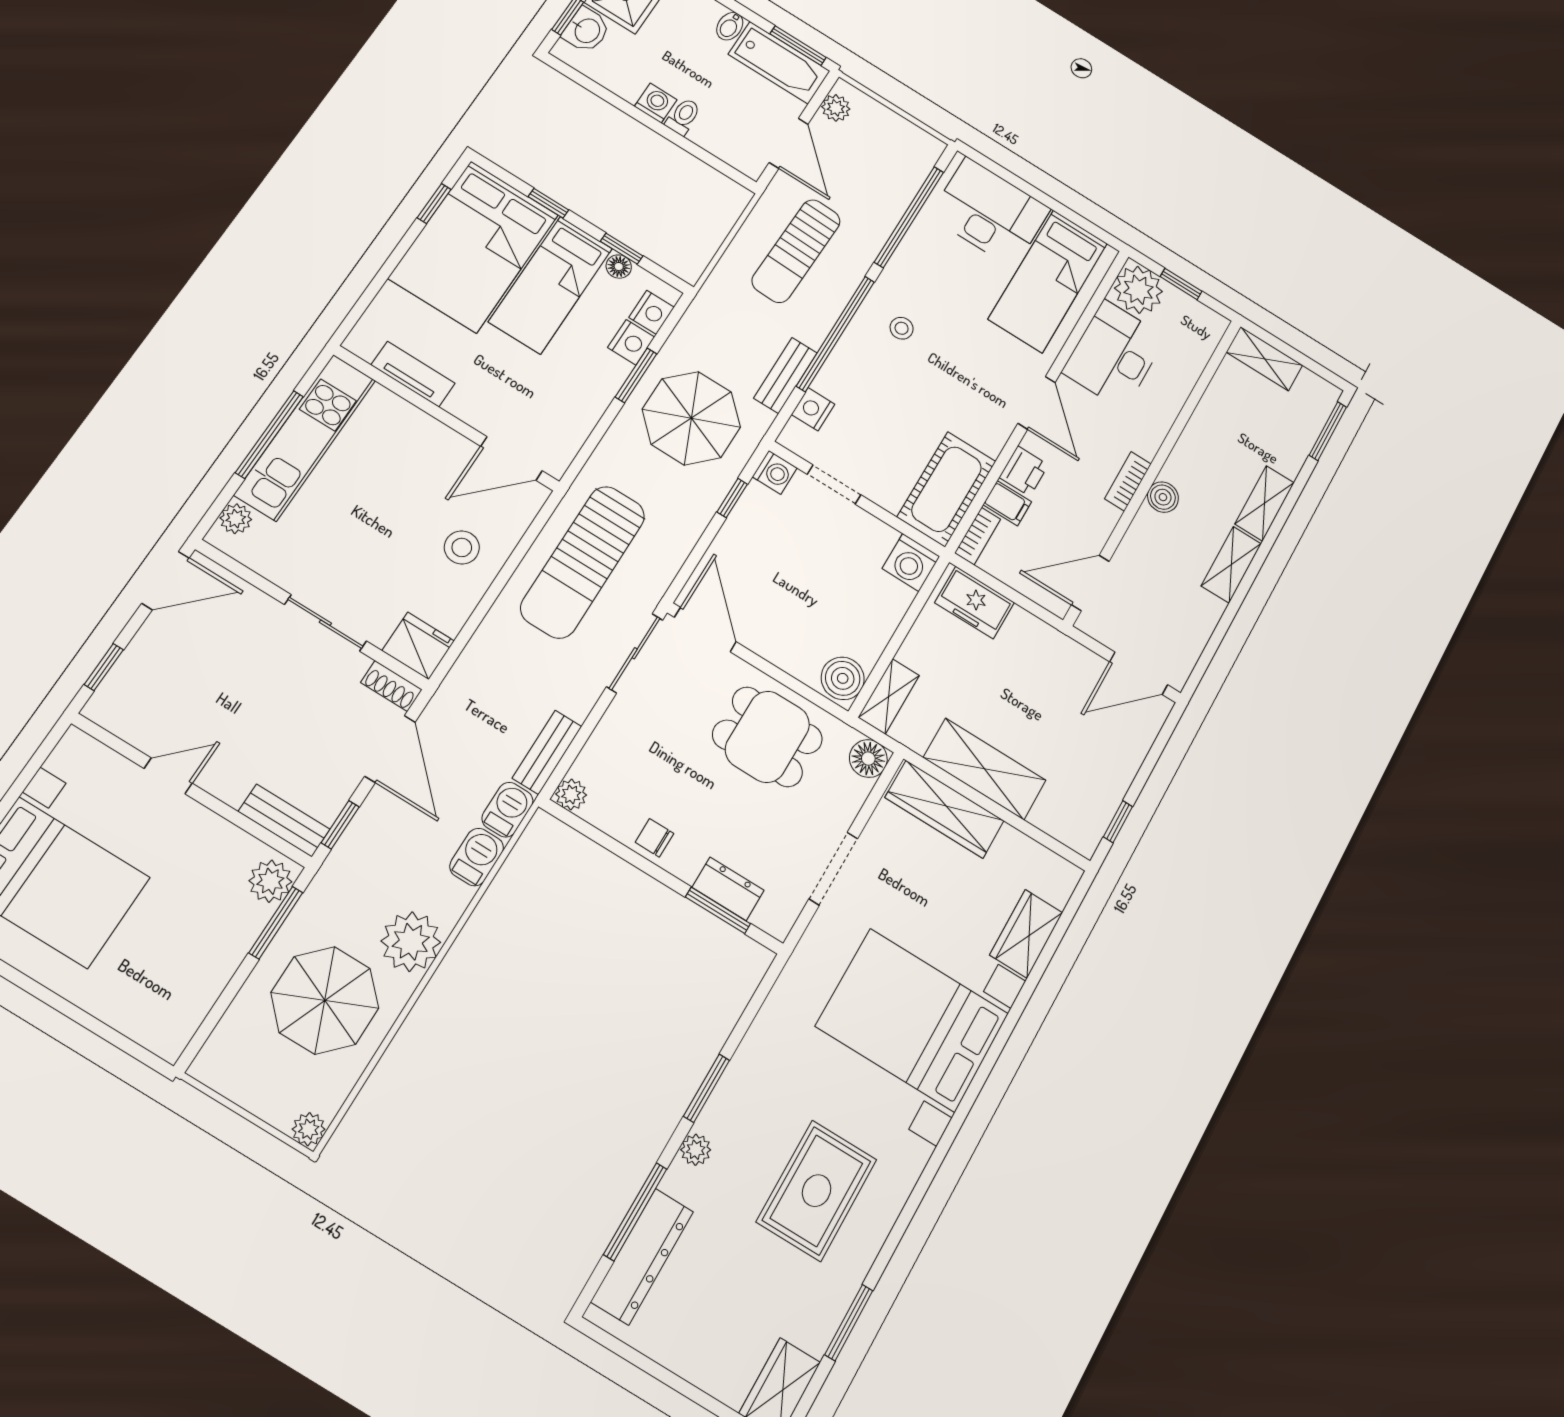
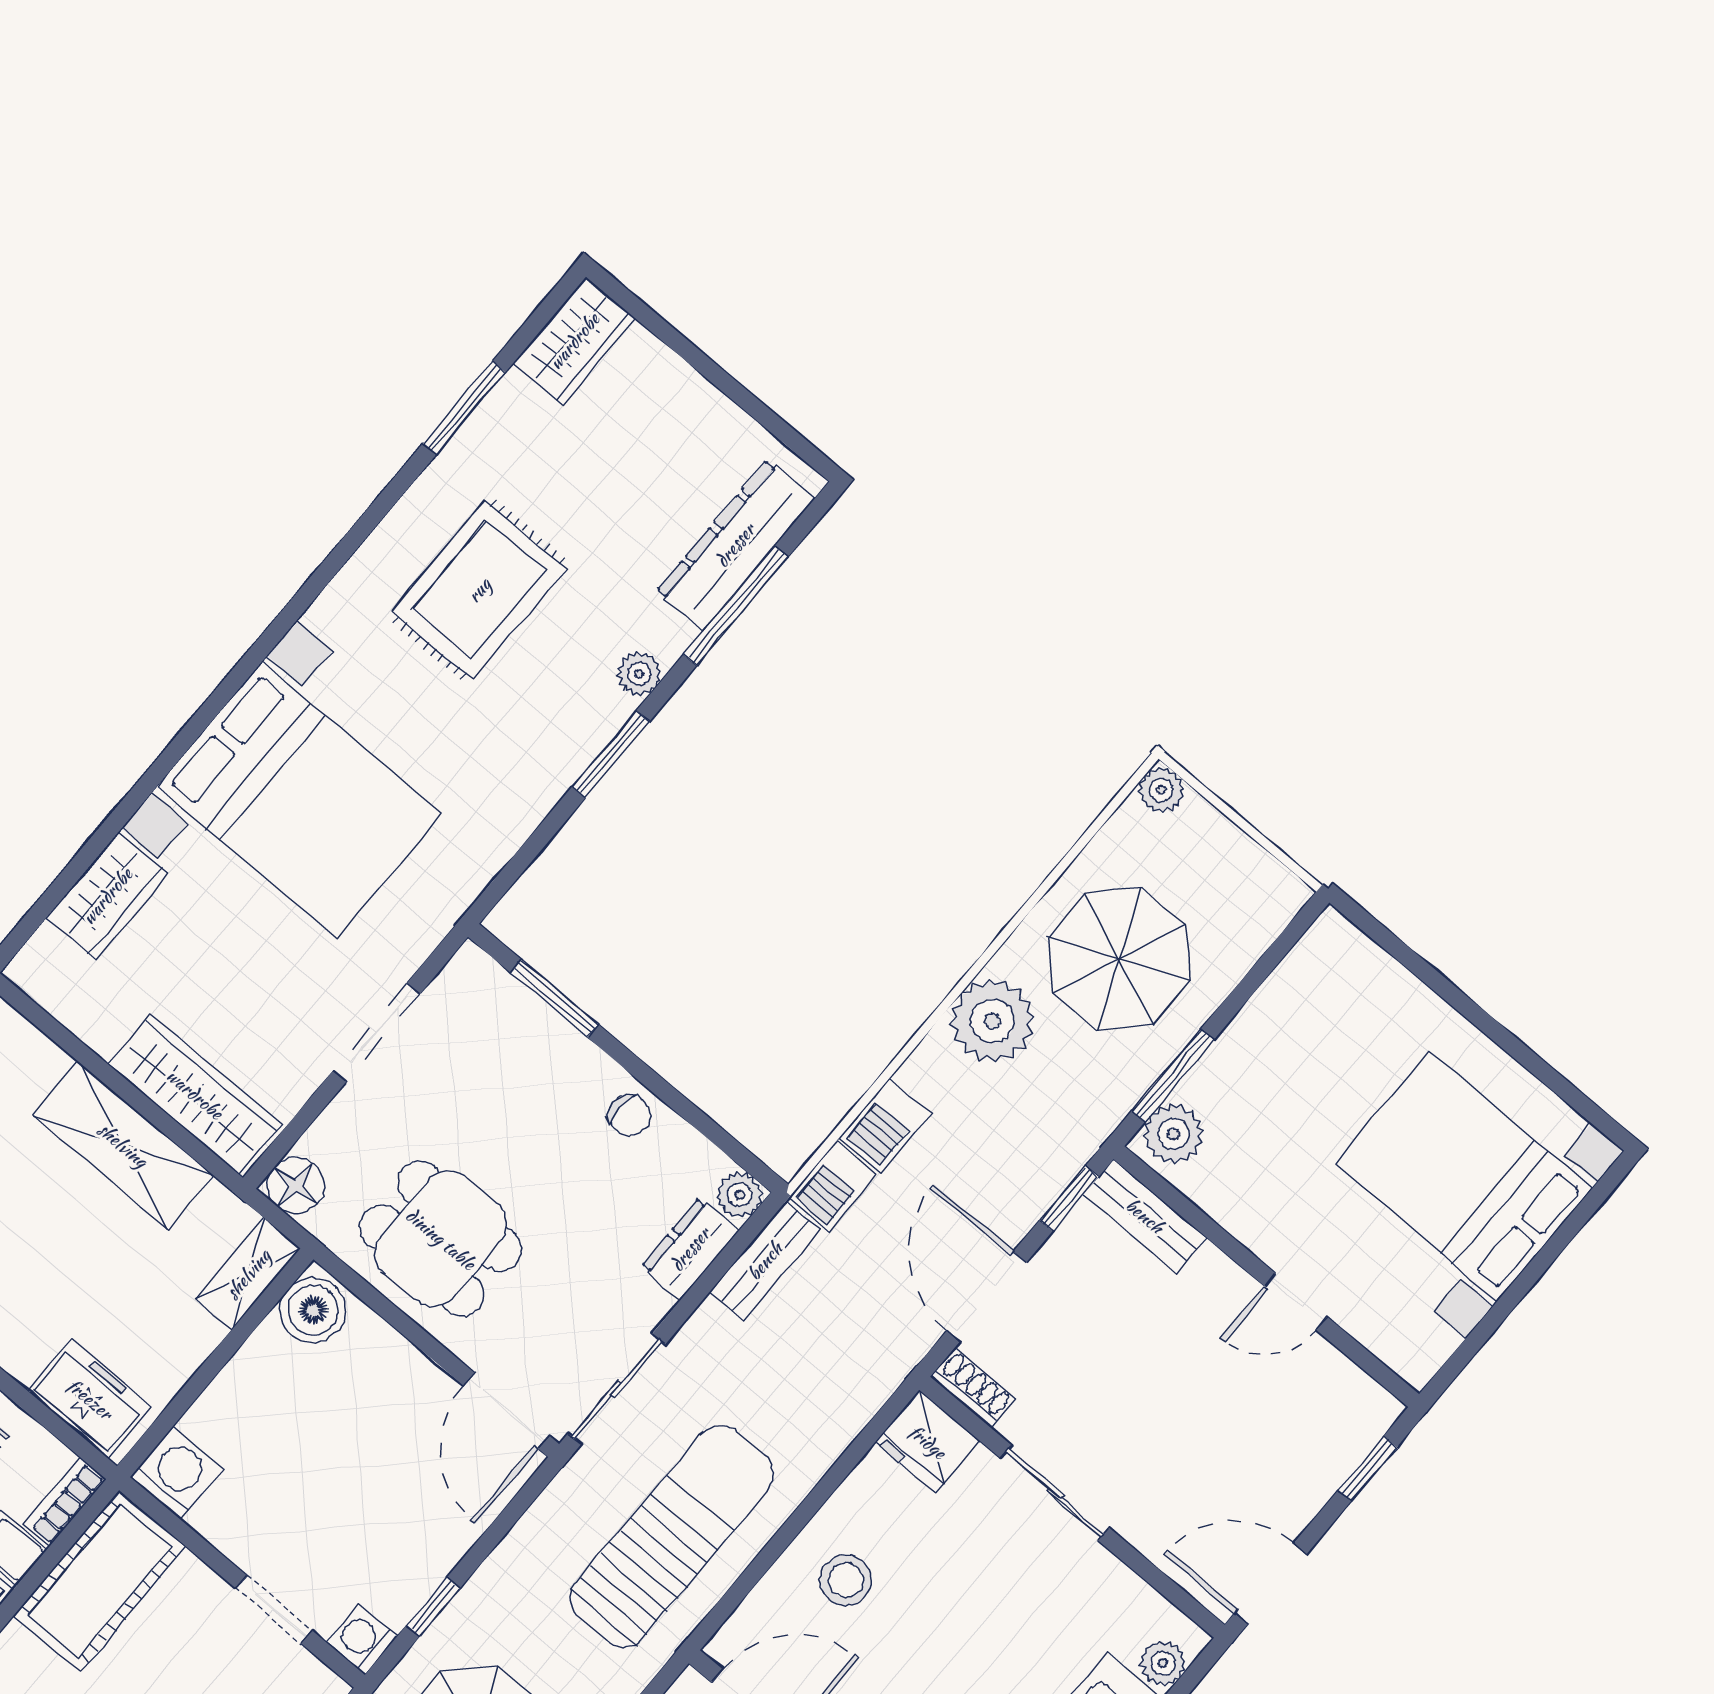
dresser: (728, 889) -> (690, 1249), moved, turned 90

